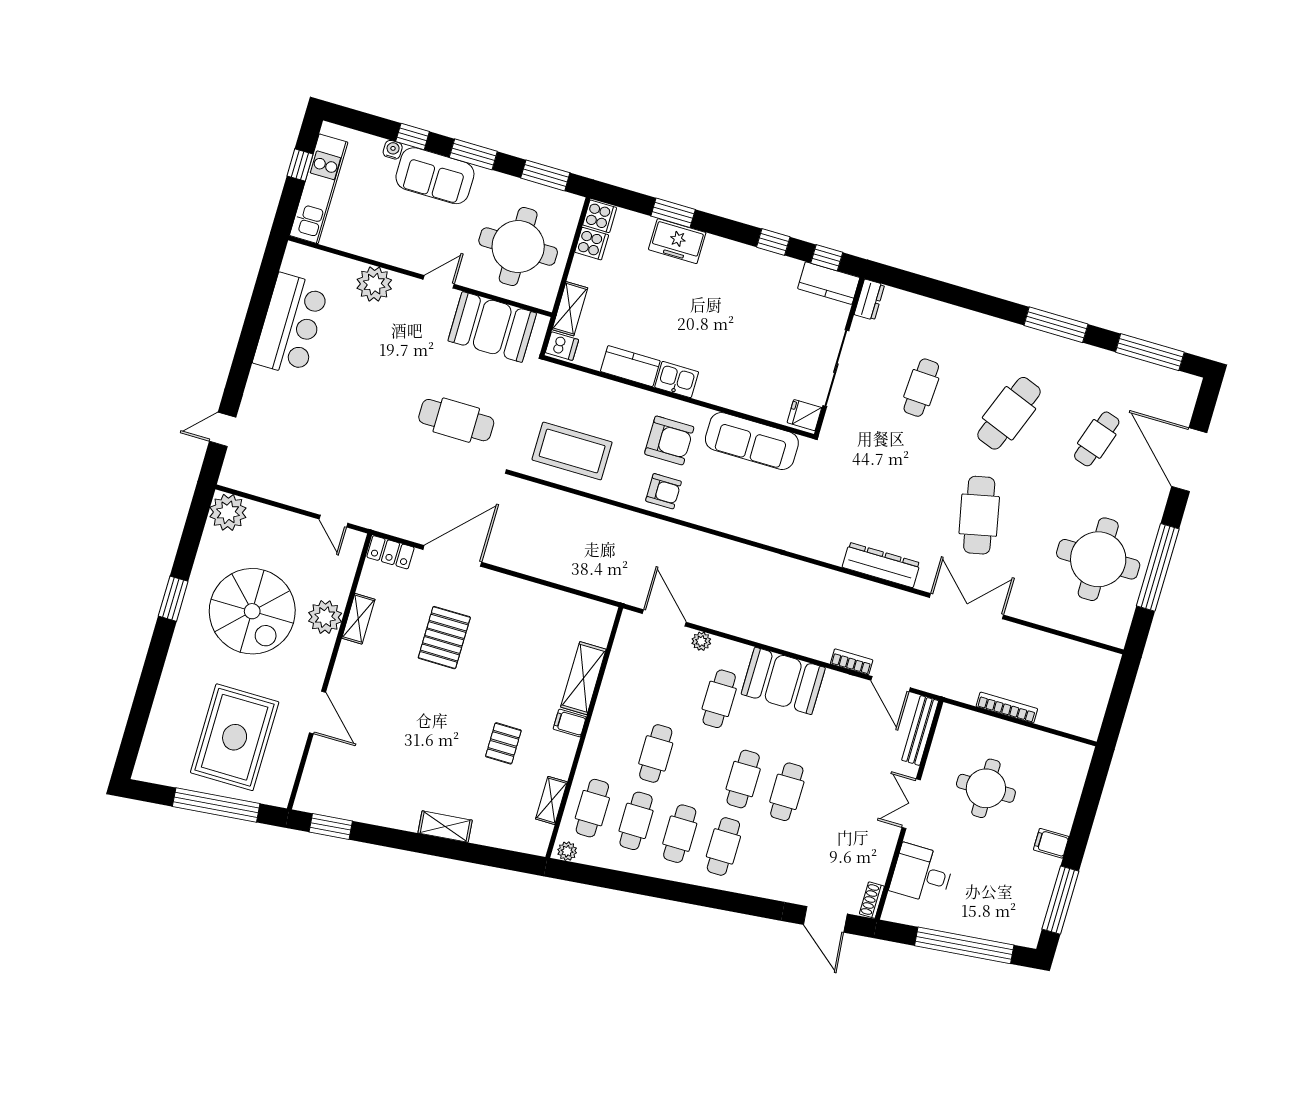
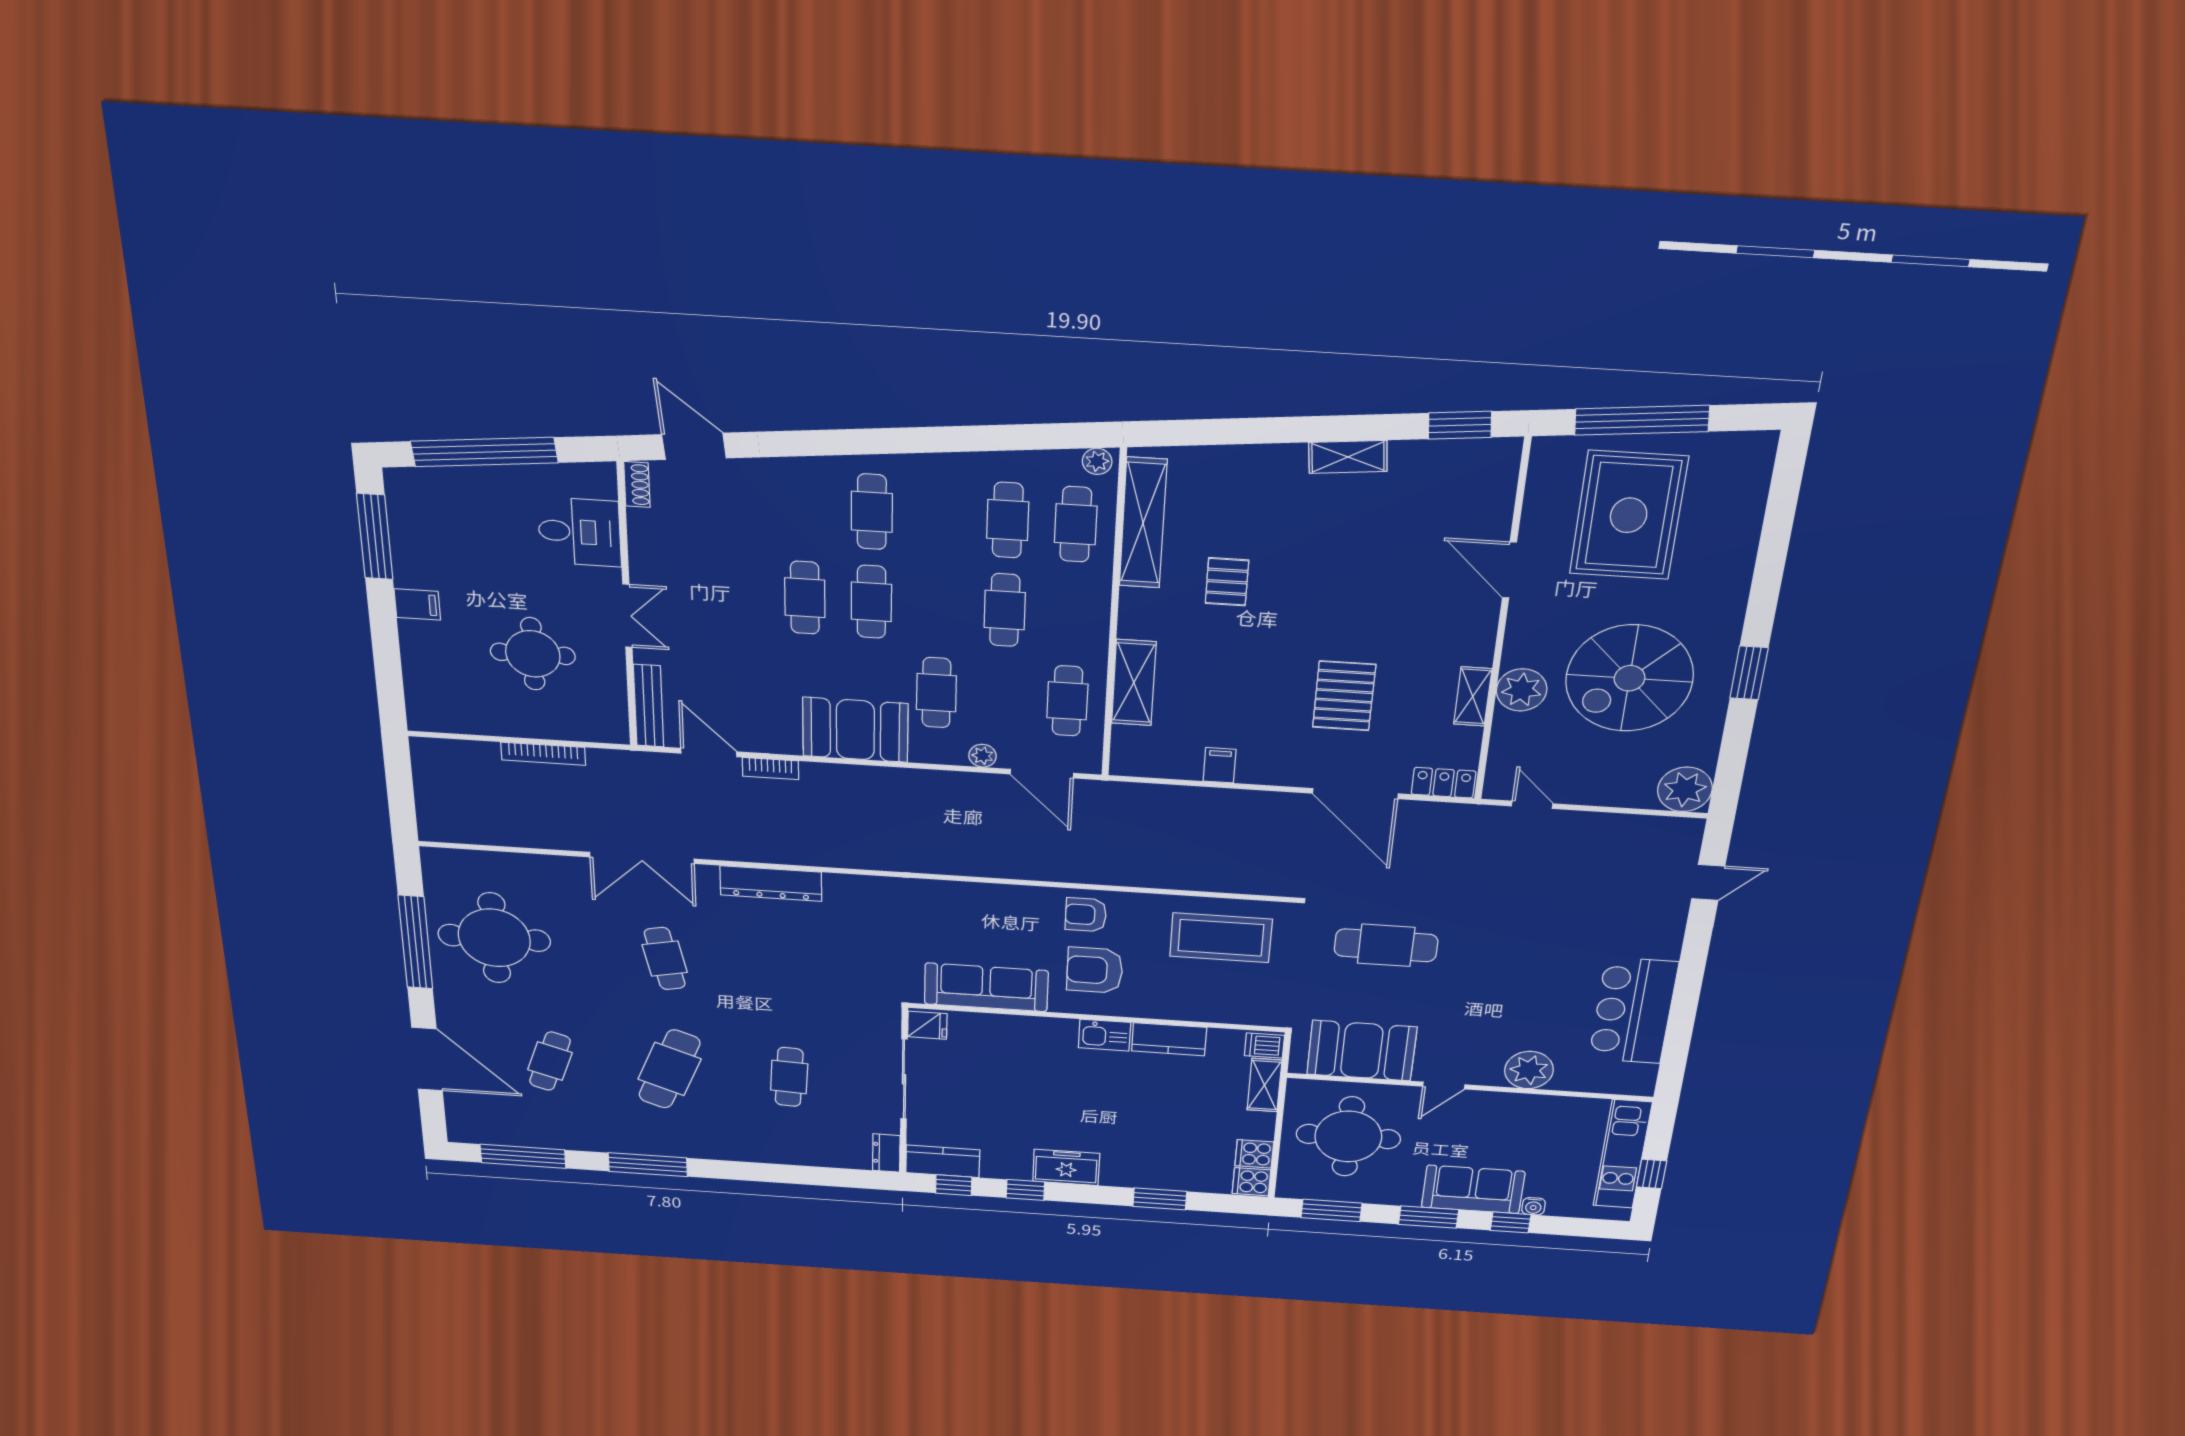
freezer: (677, 241) -> (1066, 1167), moved
cafe table: (979, 515) -> (665, 959), width x0.73, depth x0.74
door: (452, 556) -> (1355, 794), hinge flipped
spiral stairs: (252, 611) -> (1630, 678), turned -90
filing cabinet: (570, 723) -> (1220, 765), moved, turned -90
shelving: (551, 800) -> (1143, 523), width x2.20, depth x1.33
shelving: (445, 827) -> (1348, 457), moved
cafe table: (680, 834) -> (1067, 701), moved

